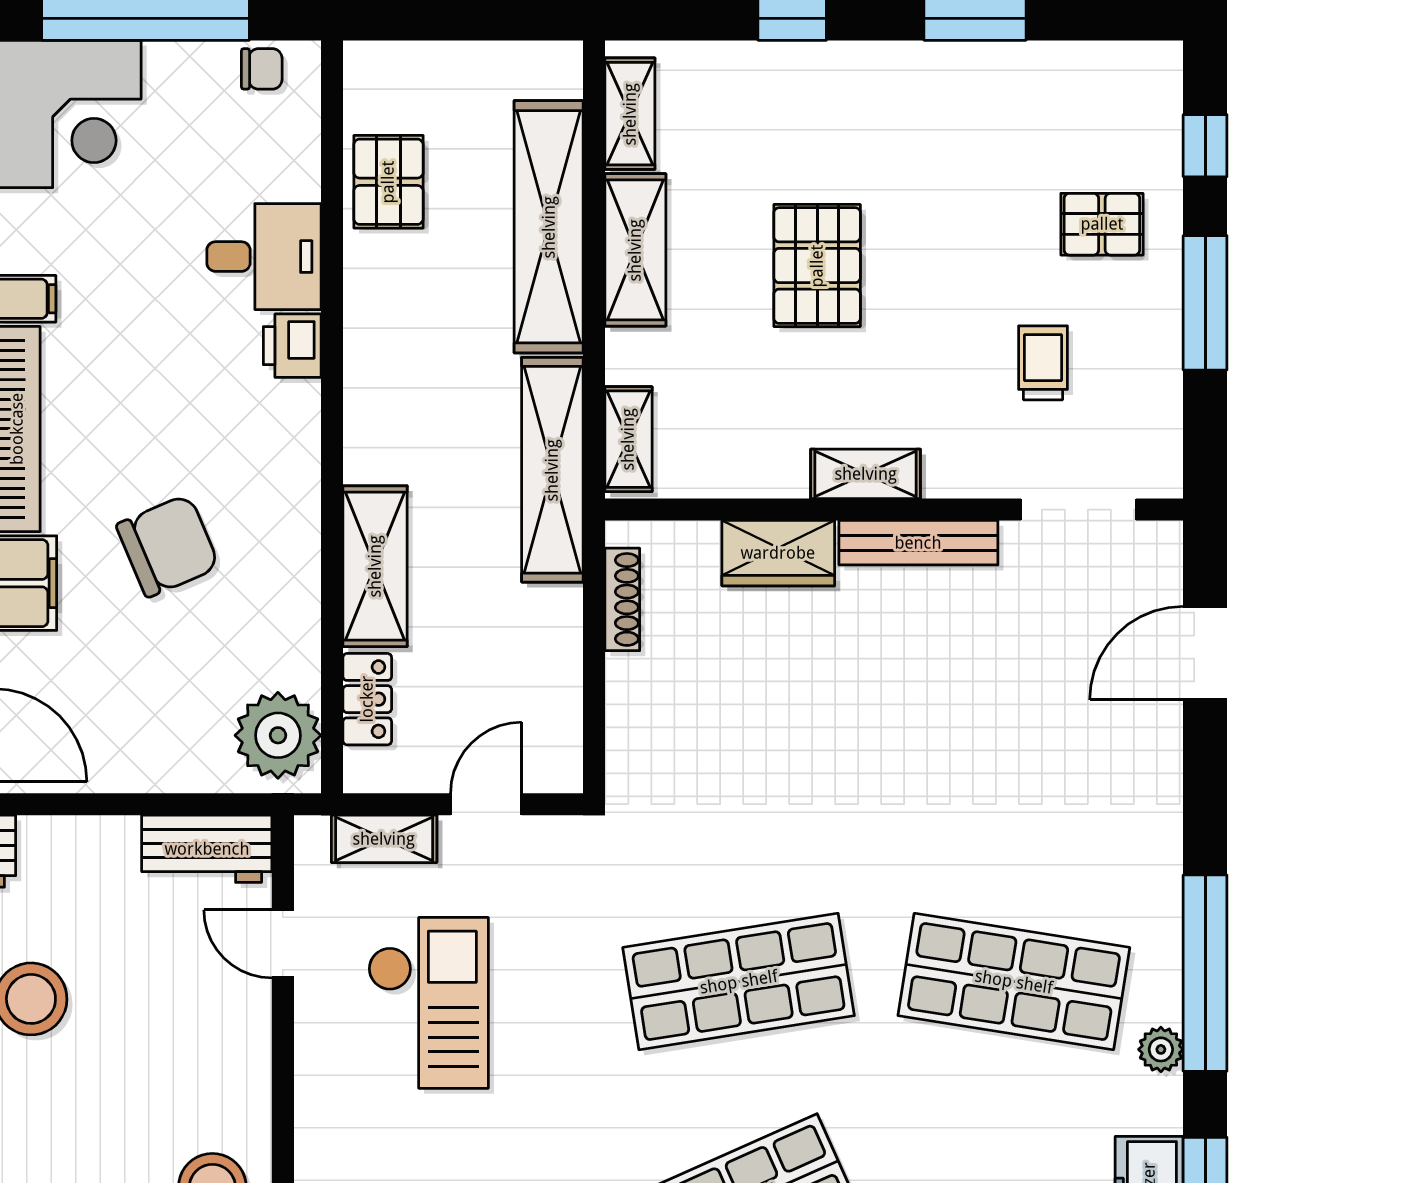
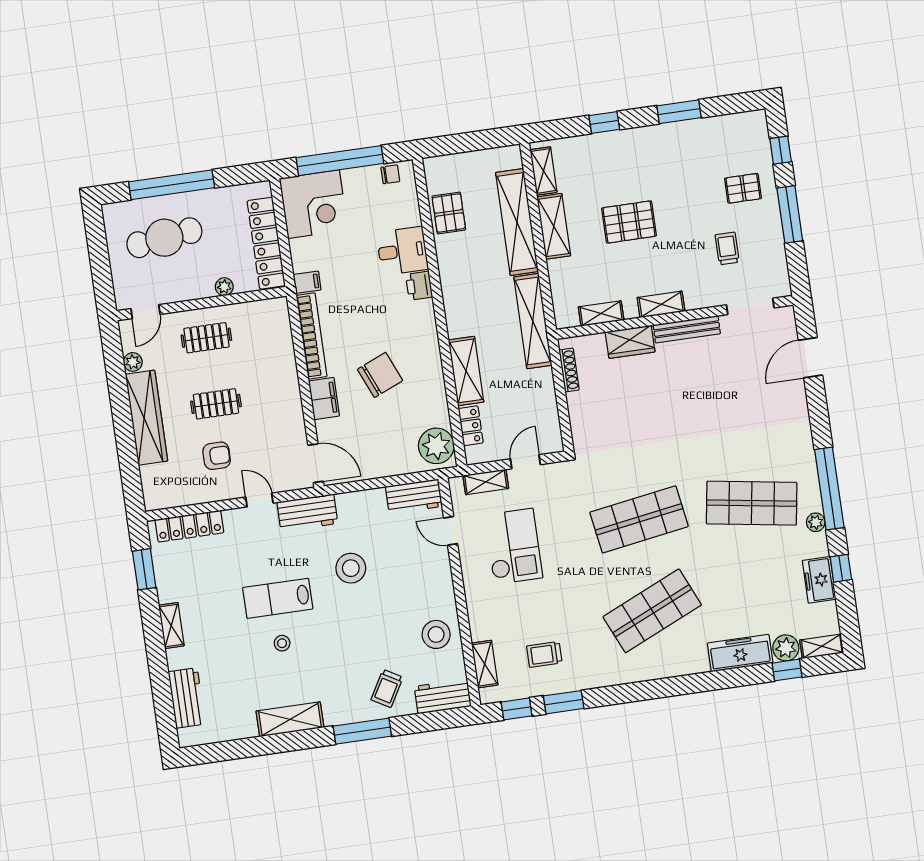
pallet: (817, 266) -> (629, 222), turned 90
shelving: (628, 439) -> (601, 313), moved, turned 90

